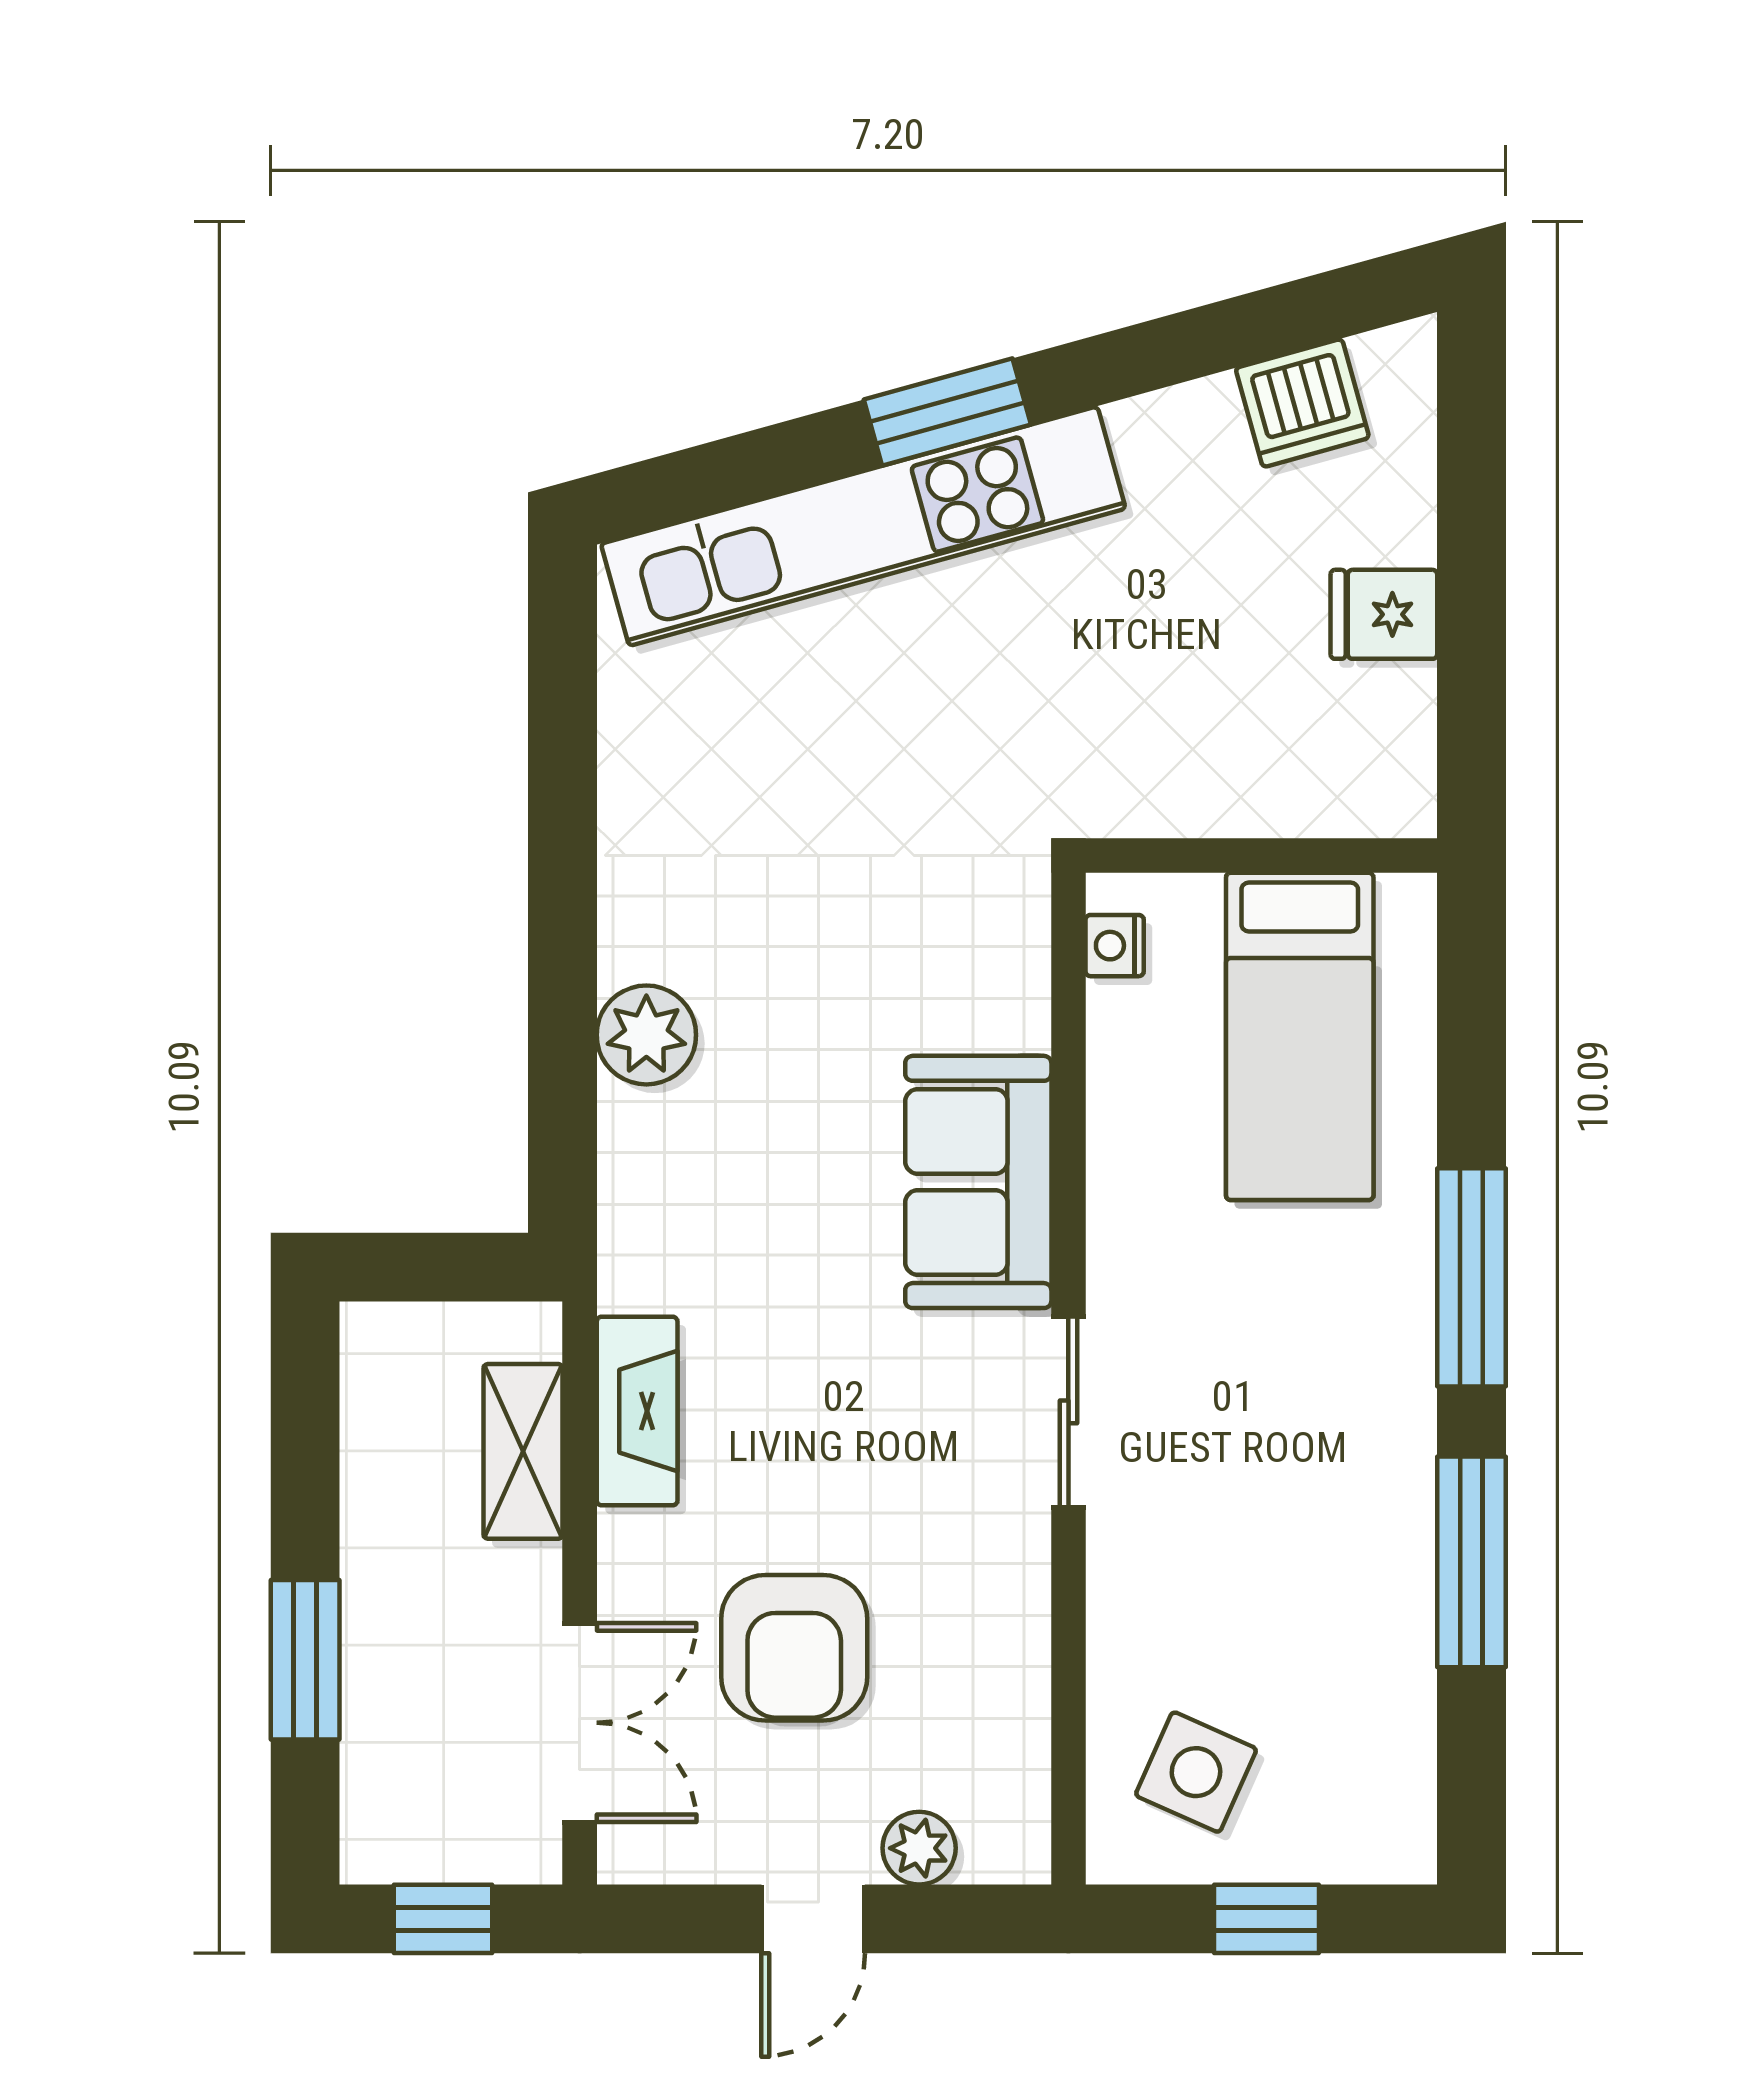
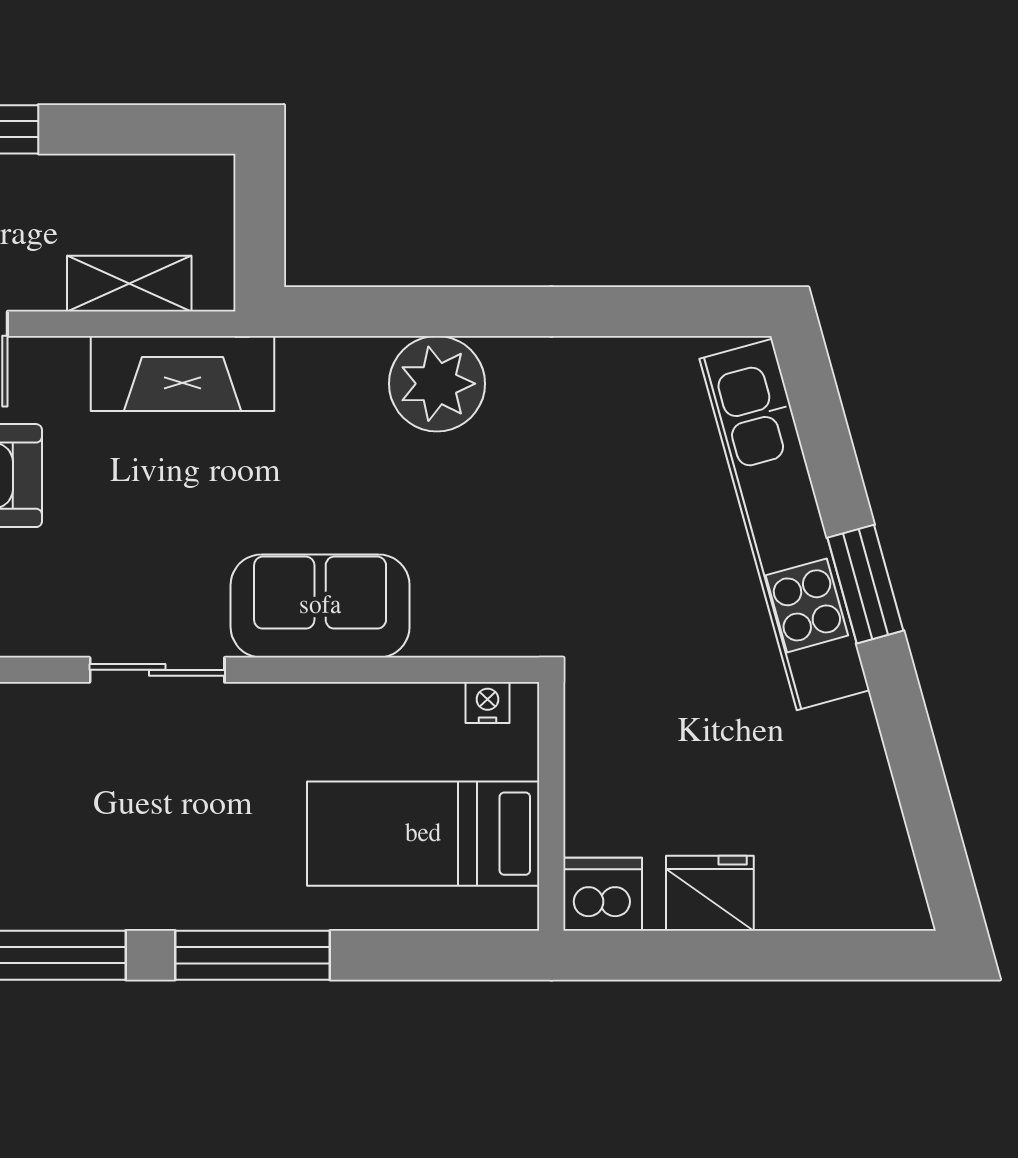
dishwasher: (1302, 403) -> (603, 894), moved, turned 105
fridge: (1384, 614) -> (710, 893), width x1.38
plant: (646, 1035) -> (437, 384), width x1.36, depth x1.36
fireplace: (637, 1411) -> (183, 373), width x1.37, depth x1.32

